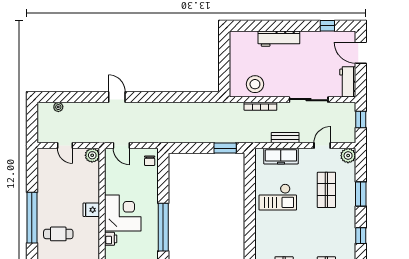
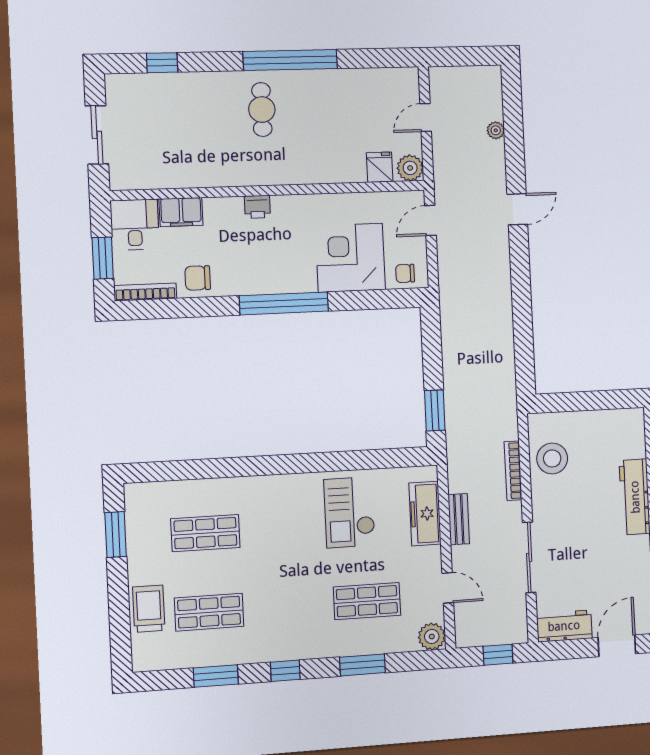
plant: (58, 107) -> (496, 130), moved
fridge: (91, 210) -> (380, 167), moved
corner desk: (123, 213) -> (350, 258), moved, turned 180

